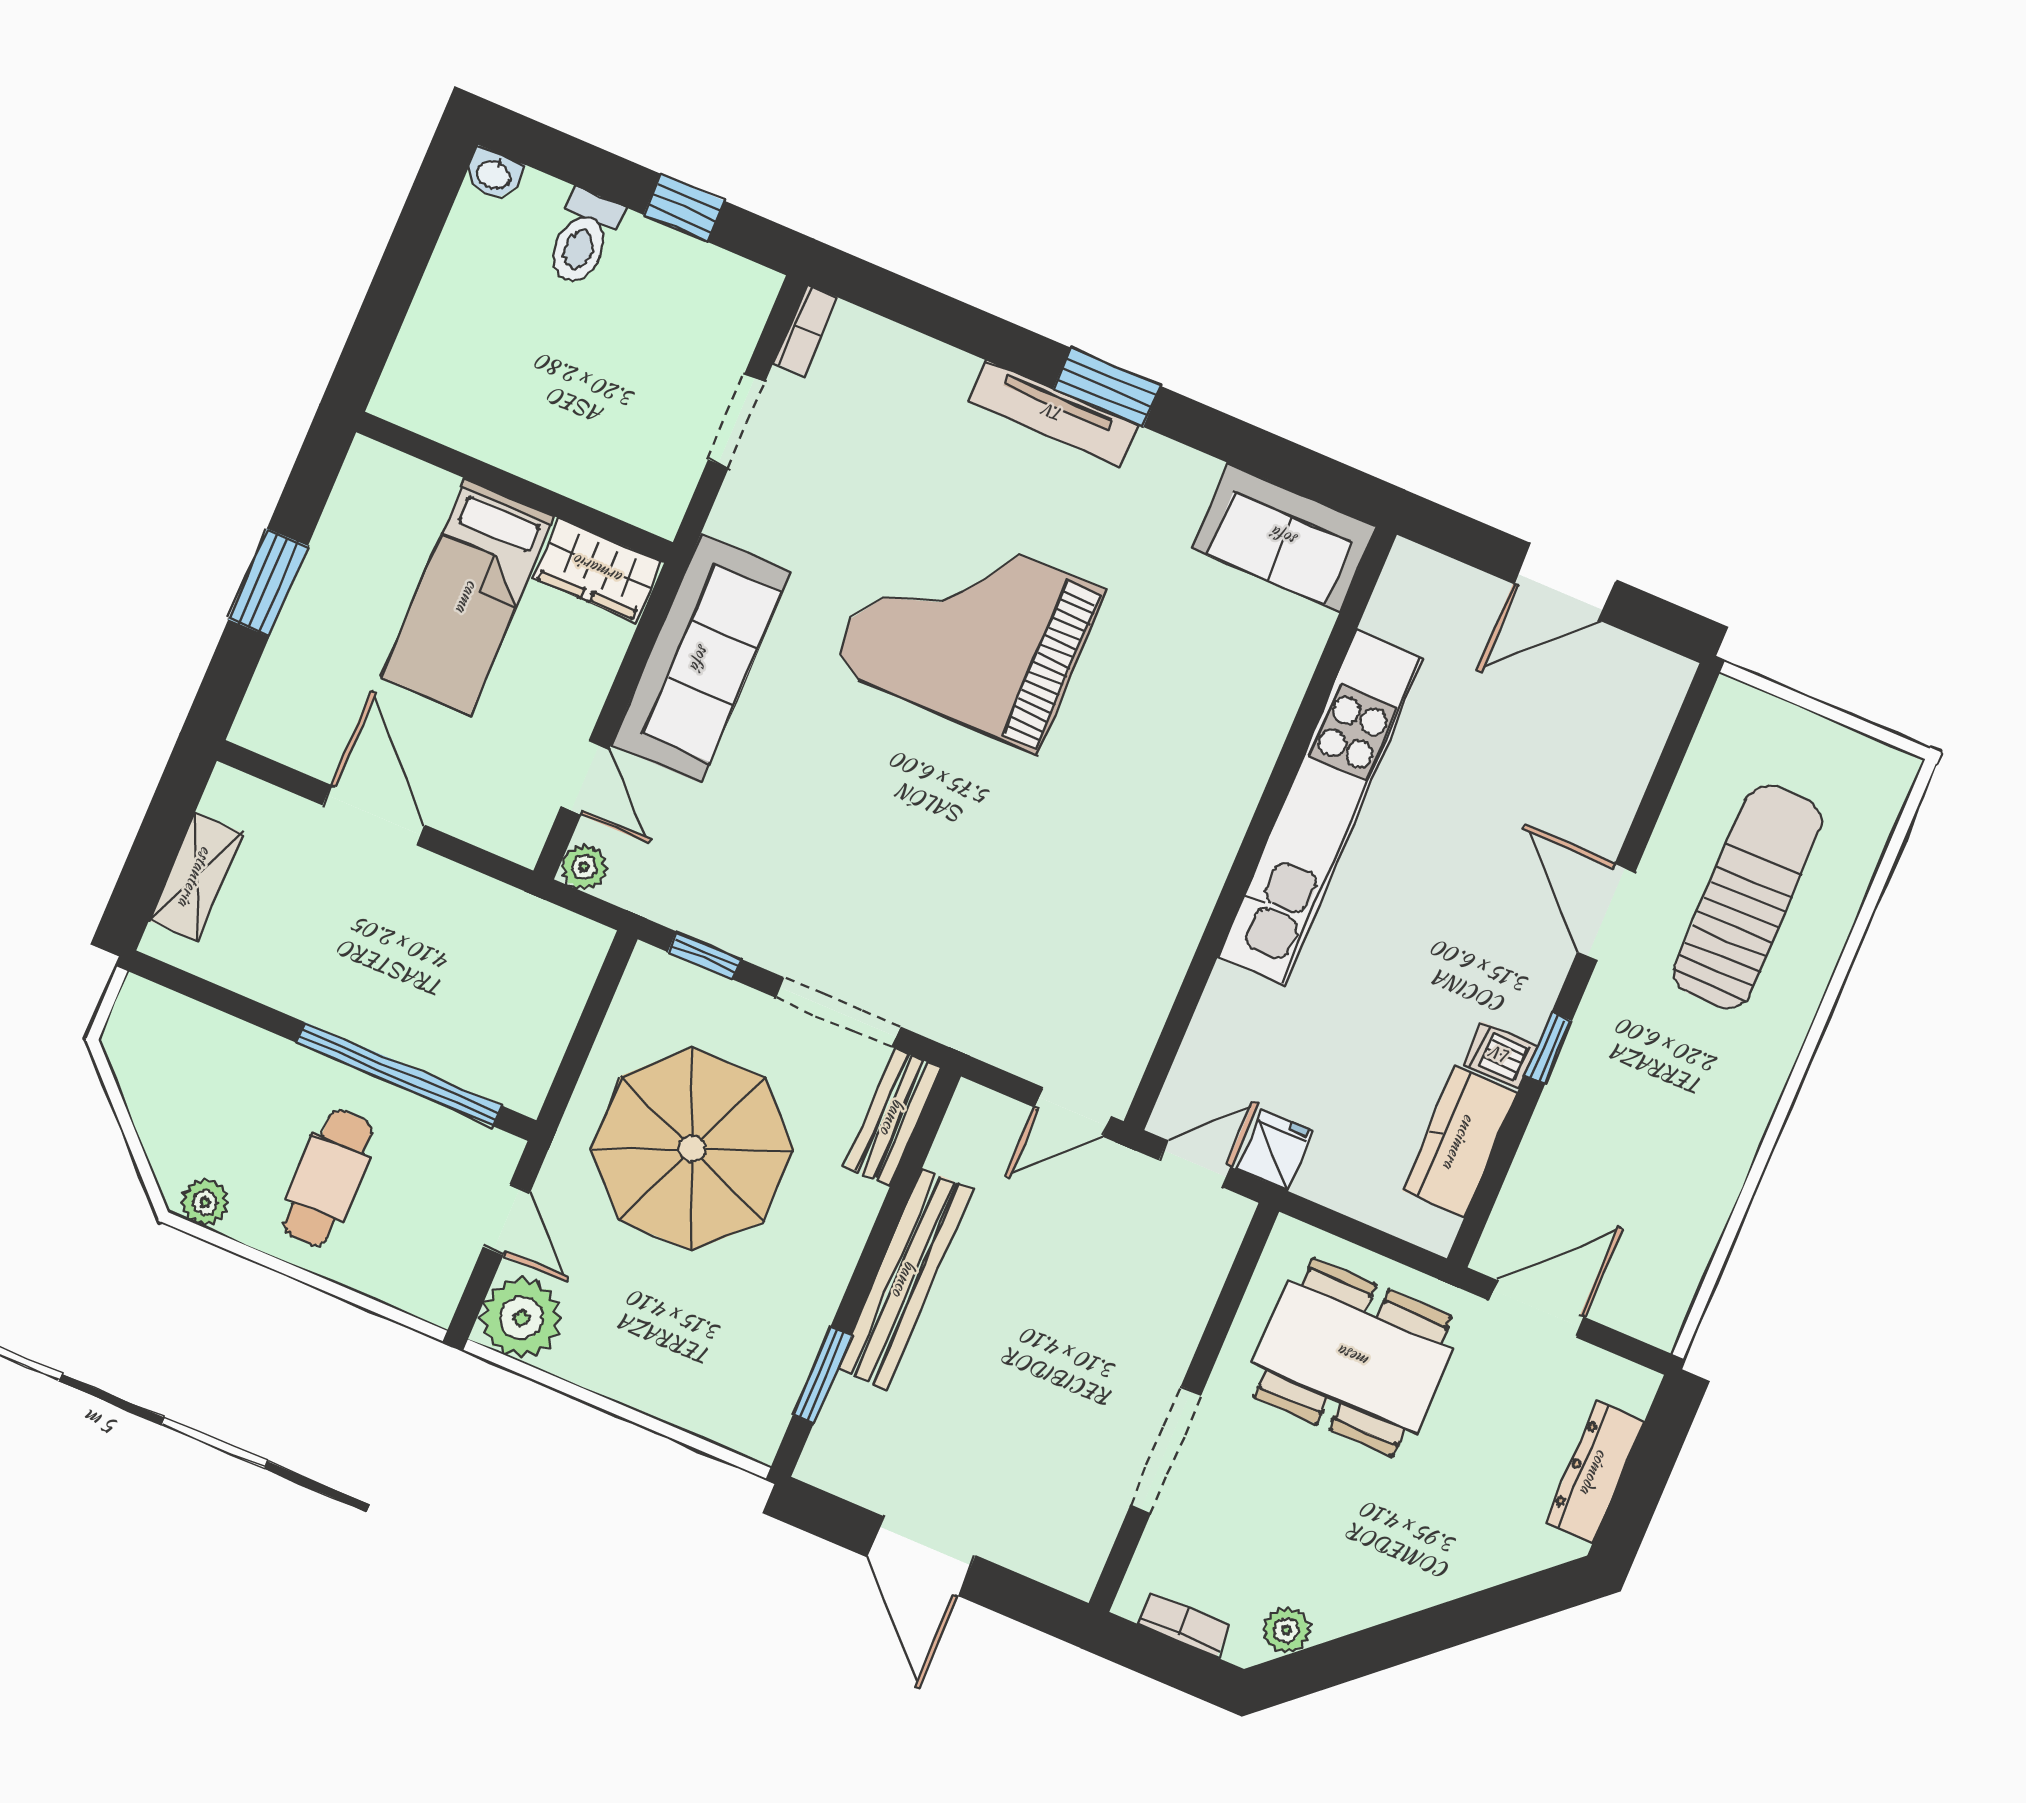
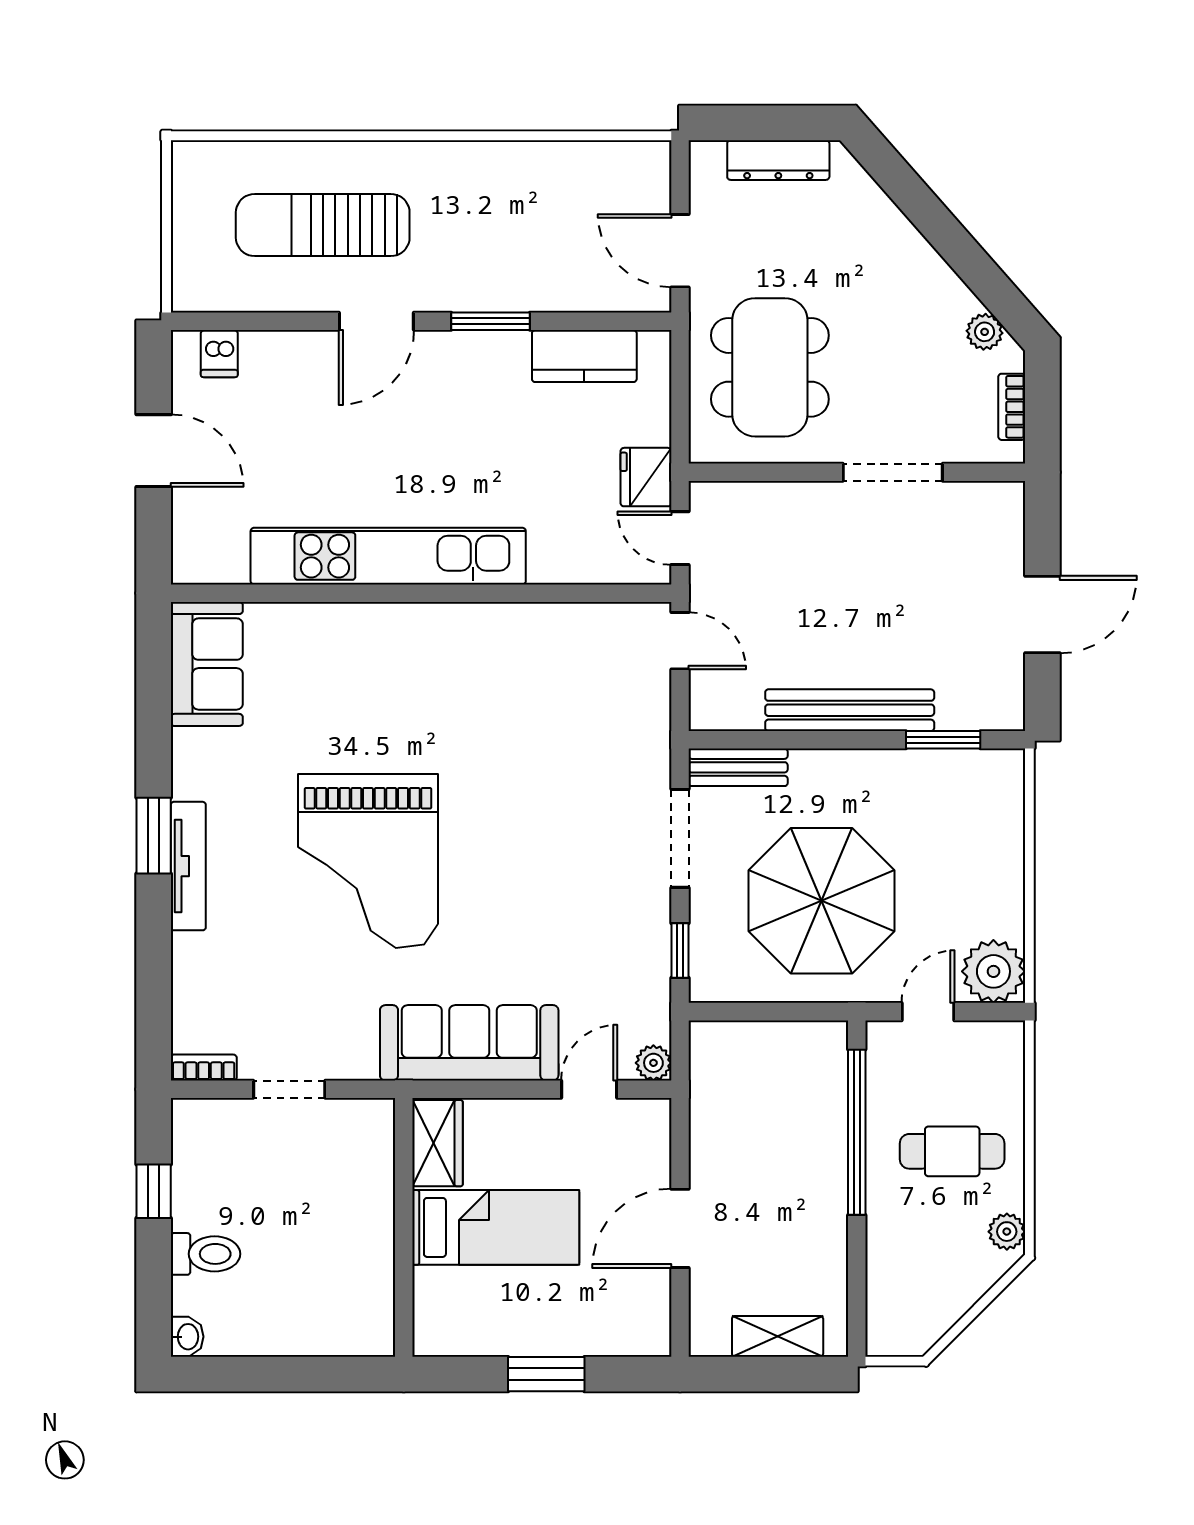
window: (1548, 1048) -> (491, 321), width x1.50
dishwasher: (1500, 1055) -> (219, 354), moved
fridge: (1275, 1150) -> (646, 477), width x1.38

